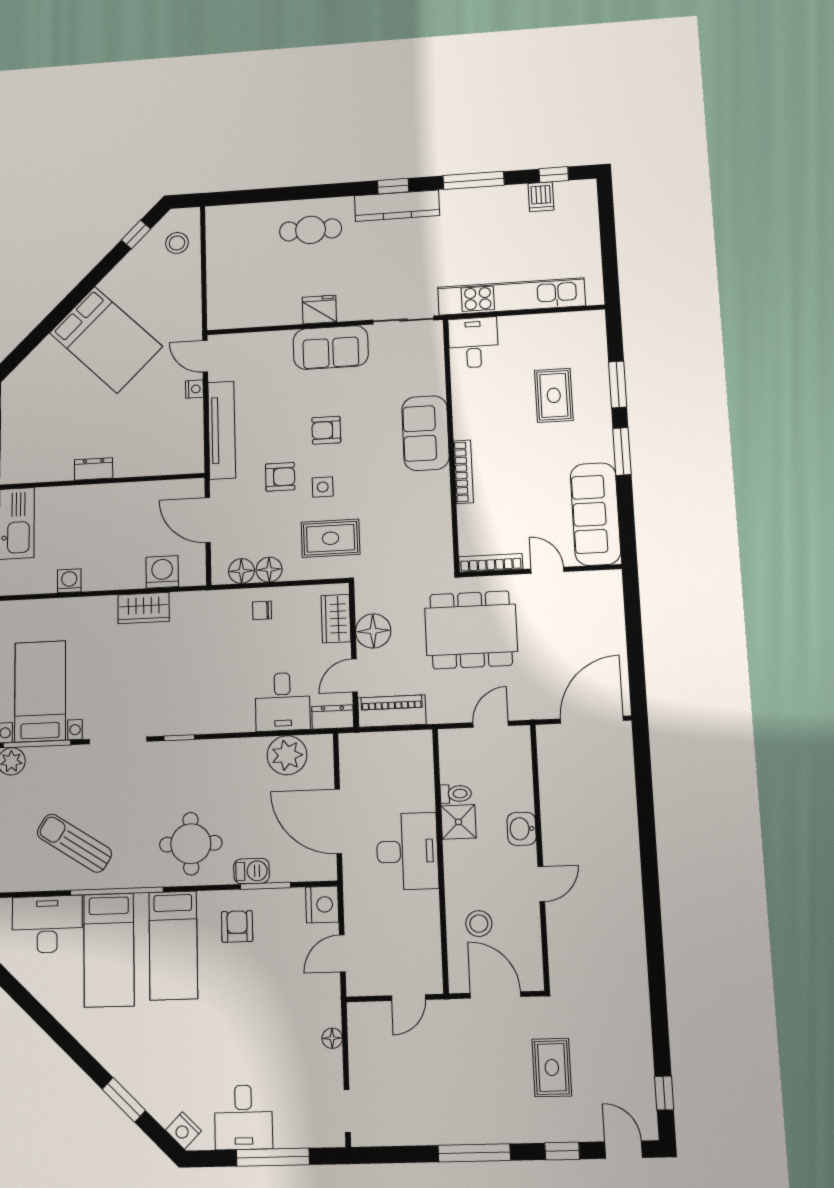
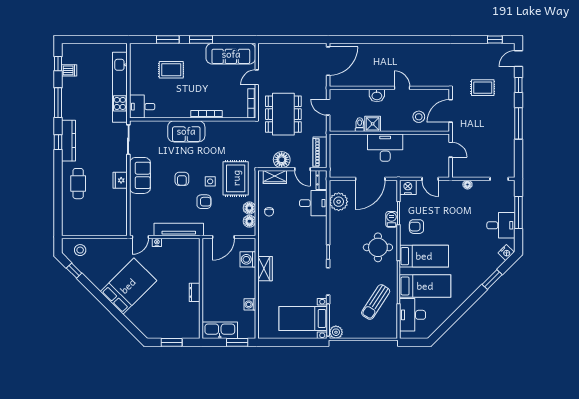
armchair: (280, 477) -> (204, 202), turned 90
rug: (331, 538) -> (236, 178), width x1.36, depth x1.43
door: (592, 720) -> (328, 61), swing flipped

